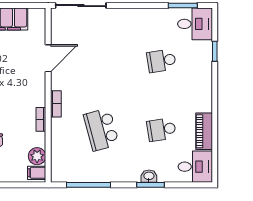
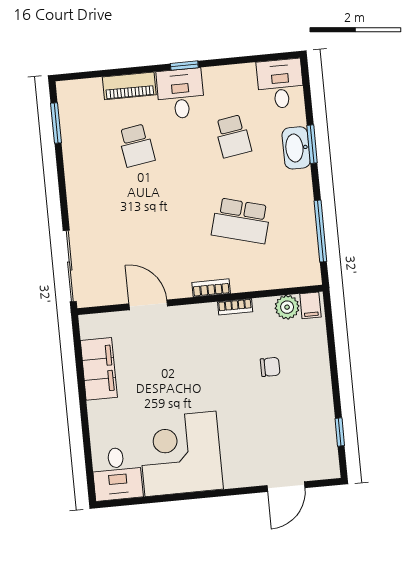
desk: (195, 24) -> (181, 94), moved
window: (215, 51) -> (184, 66), moved
school desk: (101, 130) -> (241, 221), turned 30
piano: (204, 131) -> (129, 86), moved
washbasin: (149, 176) -> (296, 148), width x1.91, depth x1.45

